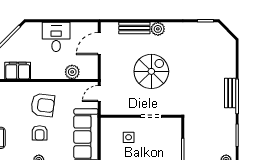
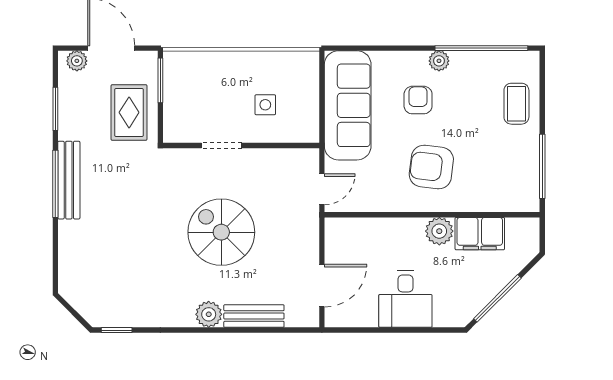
spiral stairs: (151, 71) -> (221, 232), turned 90
plant: (72, 72) -> (439, 231), moved
bench: (230, 93) -> (69, 180), width x1.36
armchair: (40, 133) -> (418, 100), moved
rug: (199, 133) -> (129, 112), added

